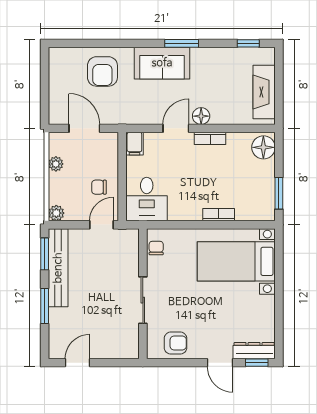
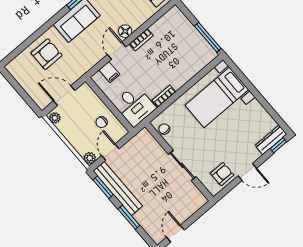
armchair: (102, 71) -> (47, 54), turned -90
filing cabinet: (134, 144) -> (109, 72), moved
floor lamp: (263, 147) -> (176, 18), removed
plant: (56, 164) -> (55, 118), moved
window: (279, 193) -> (208, 37), width x1.44
bookcase: (219, 215) -> (164, 96), moved
door: (101, 225) -> (110, 152), moved
door: (220, 363) -> (247, 172), moved

